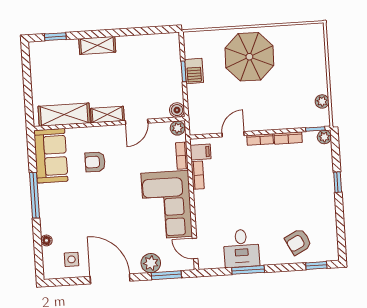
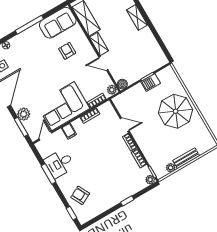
bench: (320, 74) -> (186, 158), added
filing cabinet: (201, 152) -> (69, 131), moved

